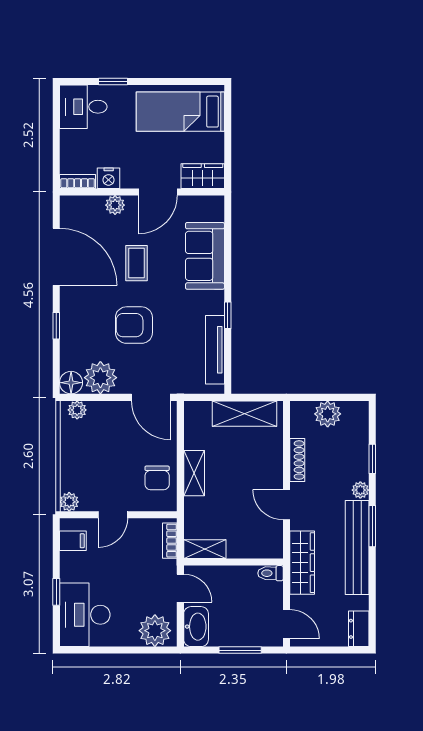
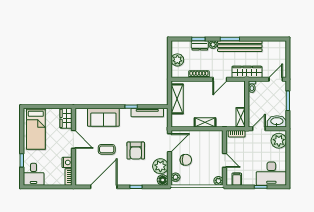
plant: (115, 205) -> (80, 159), removed
chair: (157, 478) -> (186, 160), moved
dresser: (359, 629) -> (200, 45), moved

